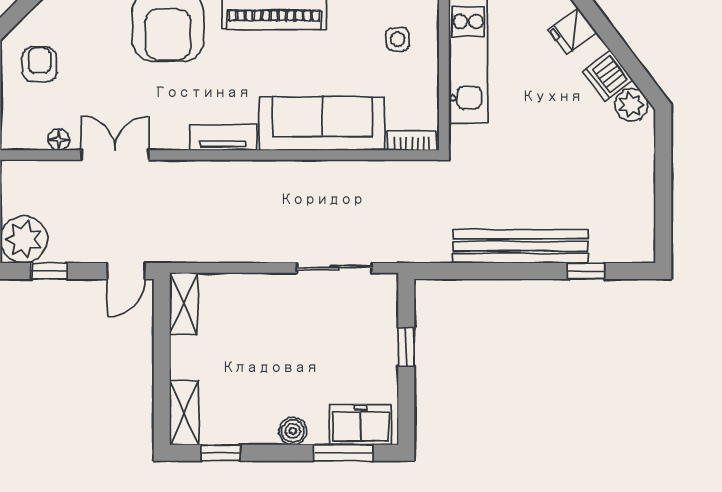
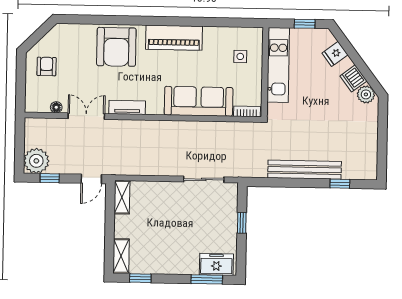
tv unit: (223, 137) -> (127, 107), moved
boiler: (293, 431) -> (180, 267), removed

